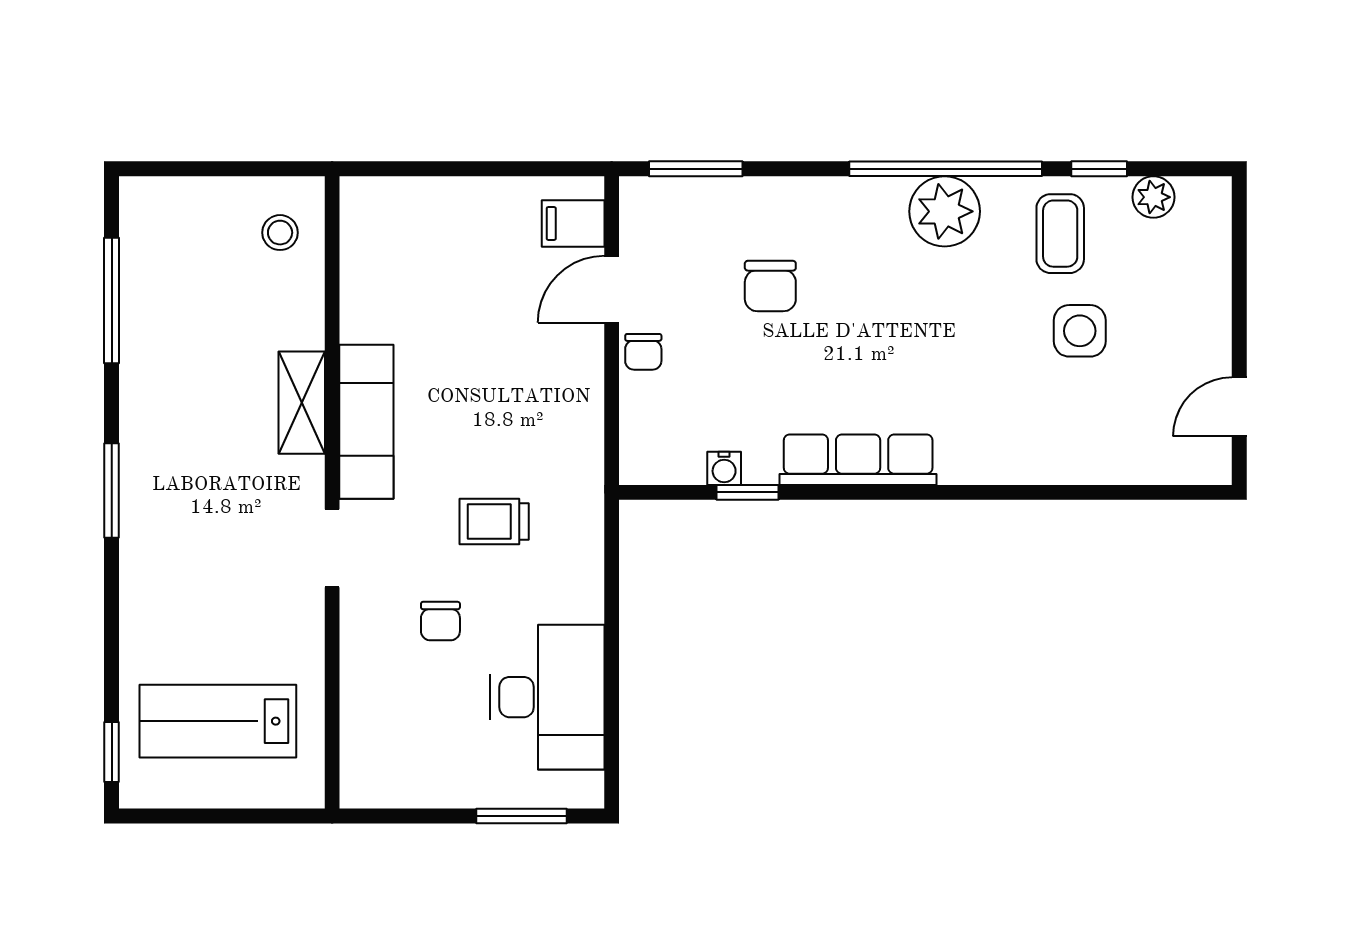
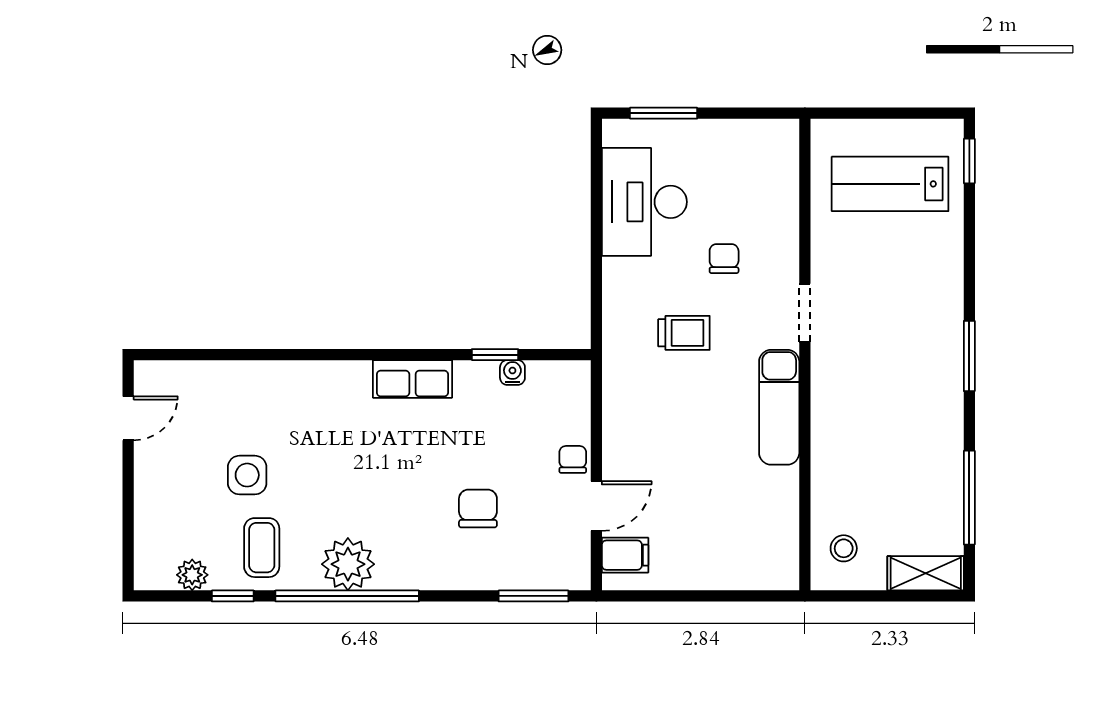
shelving: (302, 403) -> (926, 573), moved, turned 90
row of seats: (858, 460) -> (412, 379), width x0.68
lab bench: (218, 721) -> (890, 184), turned 180

